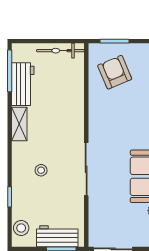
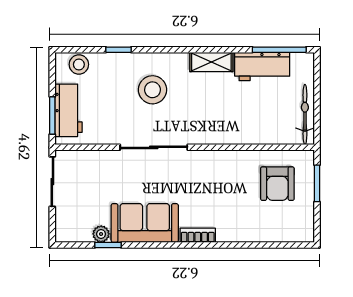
armchair: (115, 72) -> (277, 184), turned 113
stool: (41, 170) -> (152, 90), width x1.89, depth x1.89

